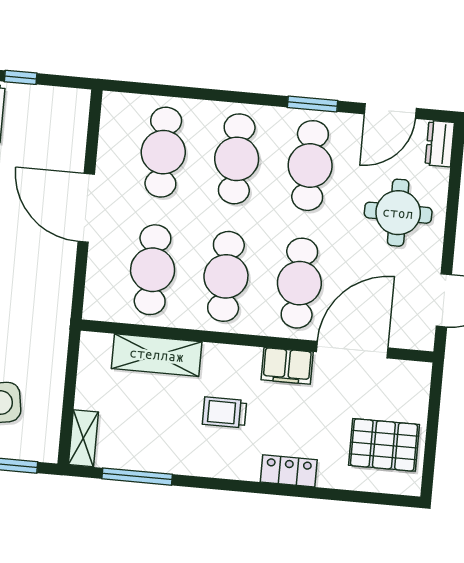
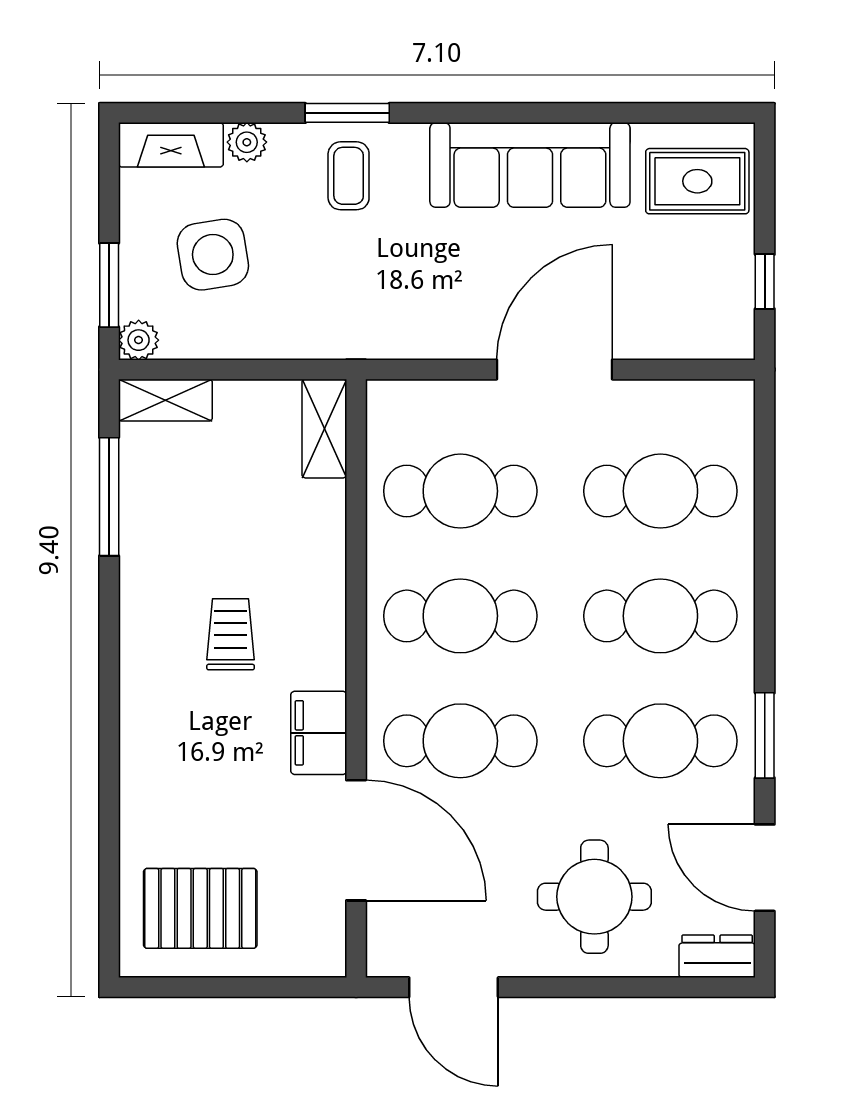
window: (21, 77) -> (765, 282), moved
shelving: (157, 355) -> (324, 429), moved, width x0.67, depth x0.75
pallet: (384, 445) -> (200, 908), turned 90
plant: (47, 451) -> (139, 340), added
locker: (289, 471) -> (142, 752), removed

